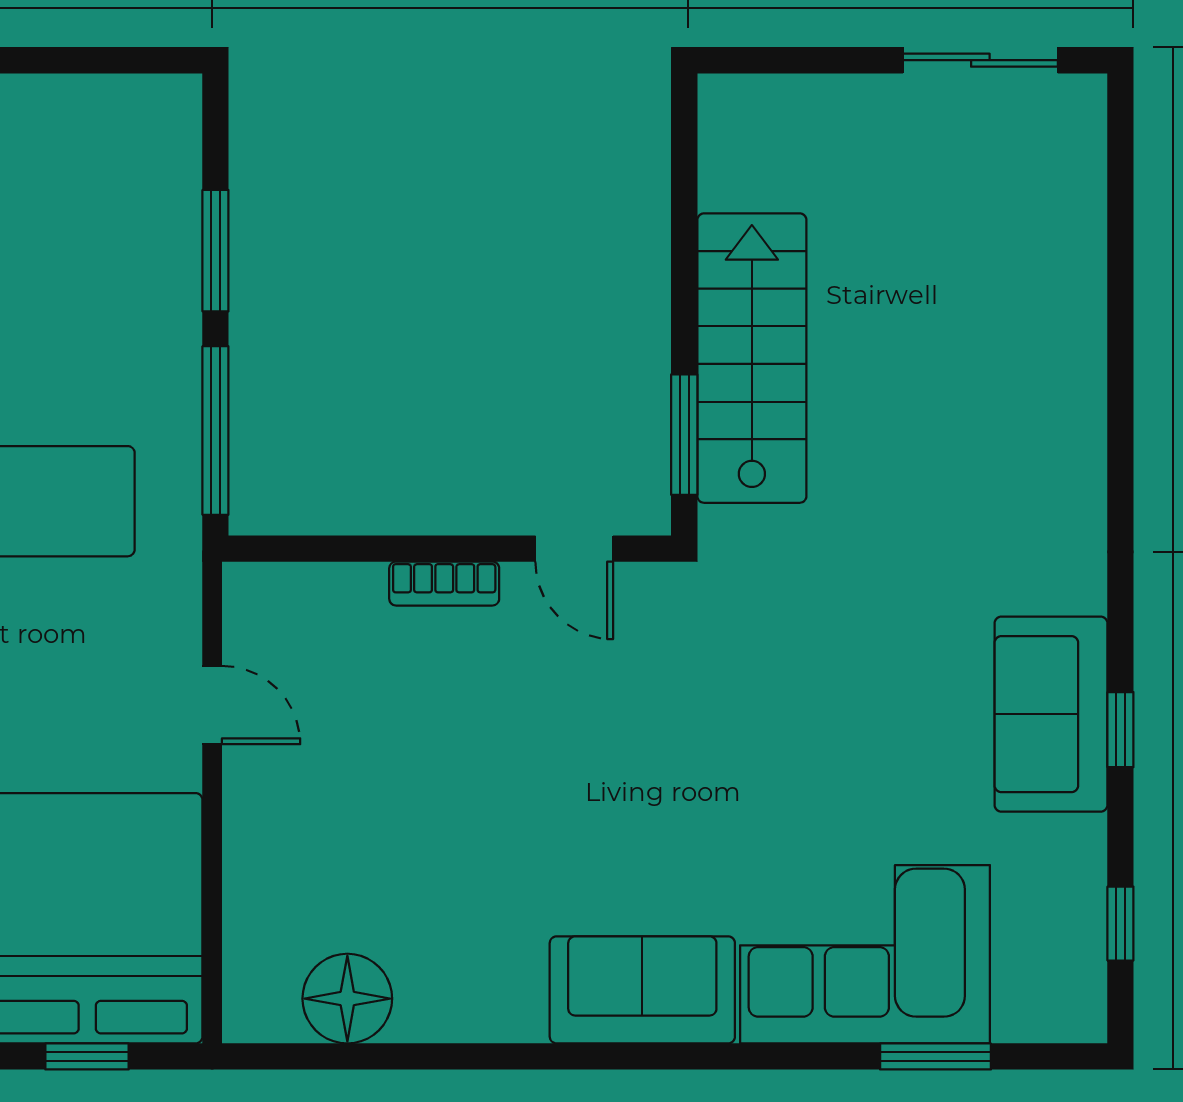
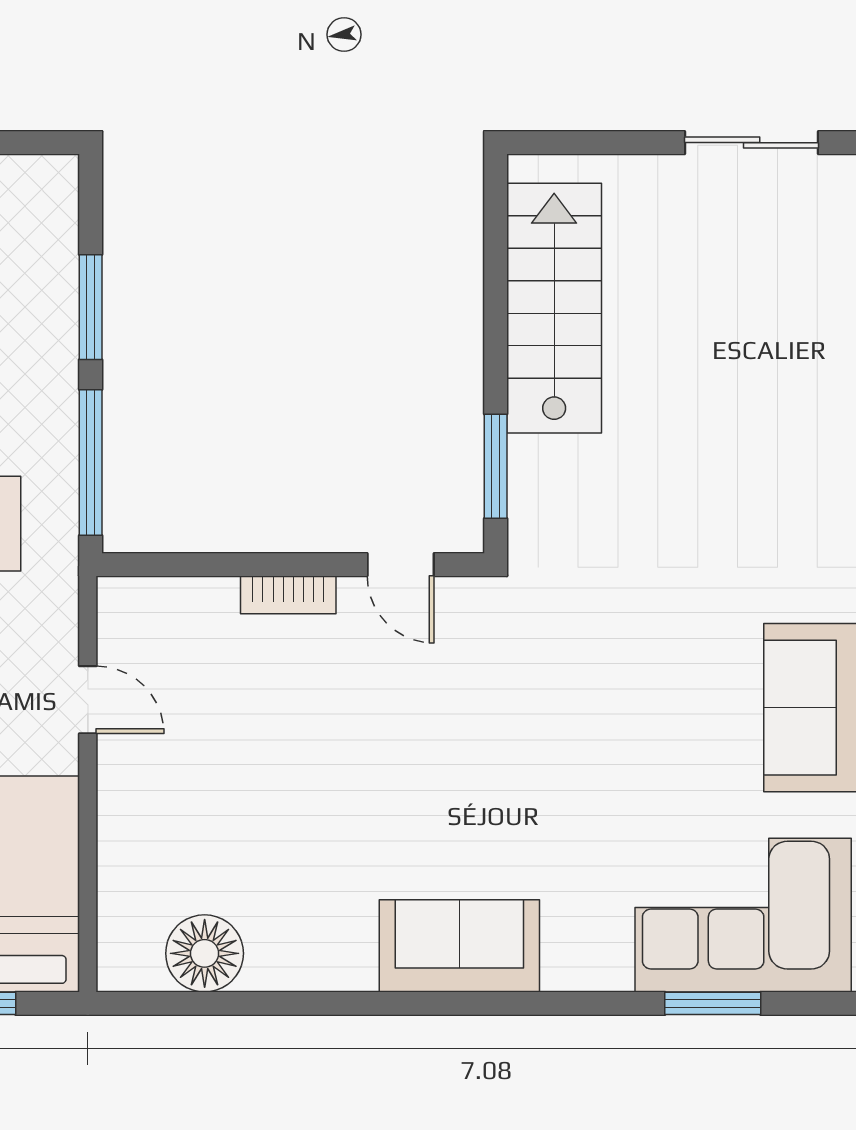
stairs: (752, 358) -> (554, 308), moved
corner sofa: (865, 954) -> (743, 915), moved

